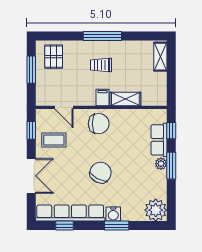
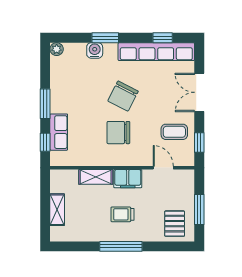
shelving: (160, 57) -> (57, 210), moved
trolley: (101, 65) -> (122, 214), turned 180
filing cabinet: (103, 98) -> (128, 179), width x2.00
chair: (99, 124) -> (118, 133), moved
plant: (161, 164) -> (57, 106), removed
plant: (156, 210) -> (57, 49), width x0.53, depth x0.53
water cooler: (113, 214) -> (95, 50), moved

